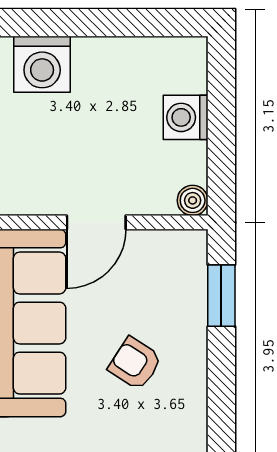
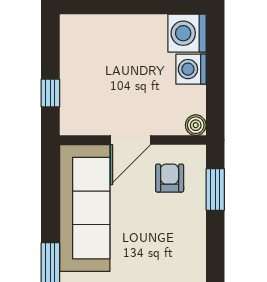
washing machine: (42, 64) -> (187, 33), moved, turned 90
armchair: (135, 363) -> (170, 178), moved, turned 57

